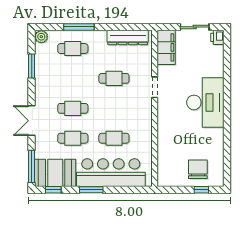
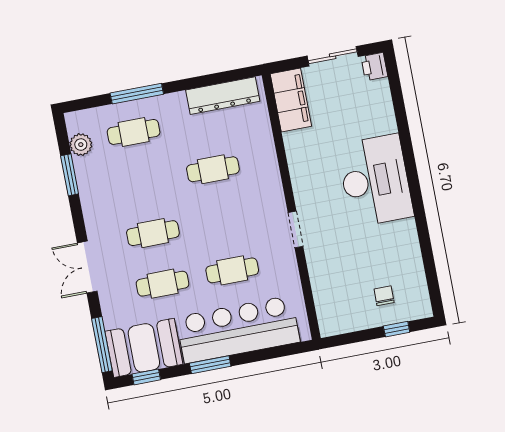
plant: (41, 37) -> (81, 145), moved
doorway: (155, 87) -> (295, 229), moved
chair: (198, 169) -> (384, 296), width x0.54, depth x0.54

